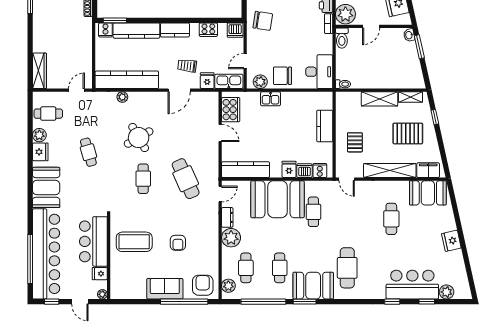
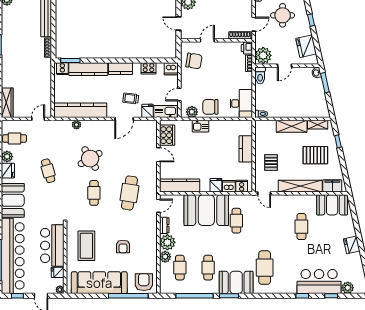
cafe table: (186, 179) -> (129, 193), turned 33
coffee table: (134, 242) -> (86, 246), turned 90
plant: (228, 286) -> (165, 257), moved
sofa: (165, 289) -> (99, 283), width x1.85, depth x1.27

